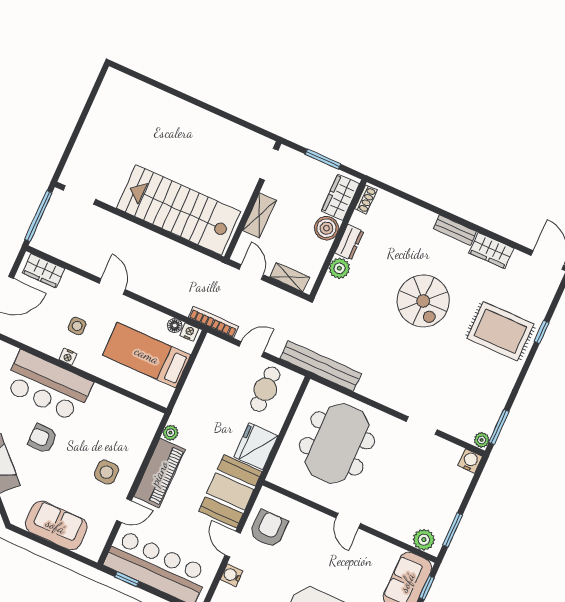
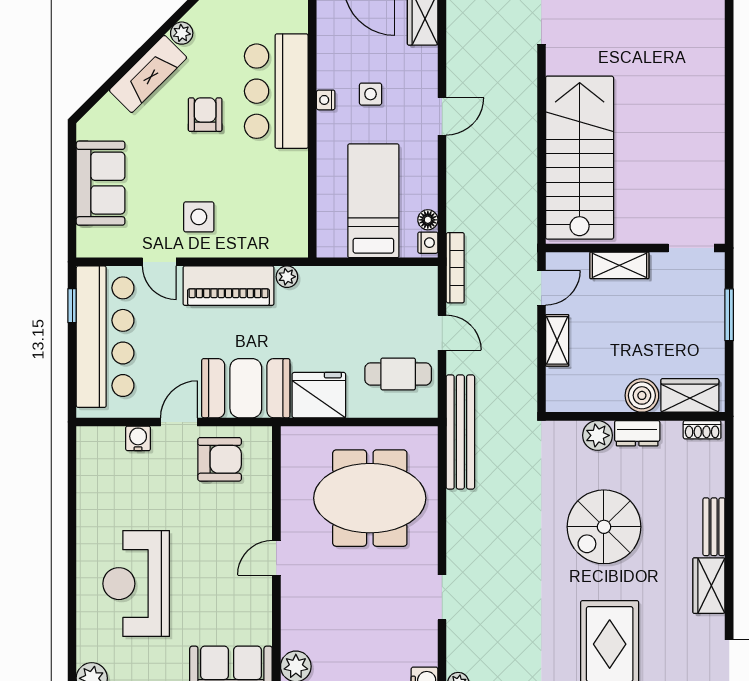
wardrobe: (340, 197) -> (690, 395), moved
shoe rack: (366, 199) -> (702, 430), moved
boiler: (326, 228) -> (642, 395), moved
wall: (338, 238) -> (635, 416), moved
dresser: (349, 242) -> (637, 433), moved
plant: (339, 268) -> (597, 435), moved

